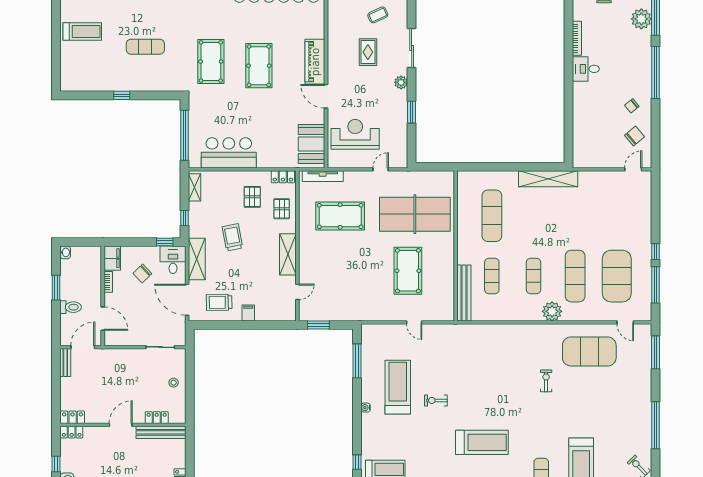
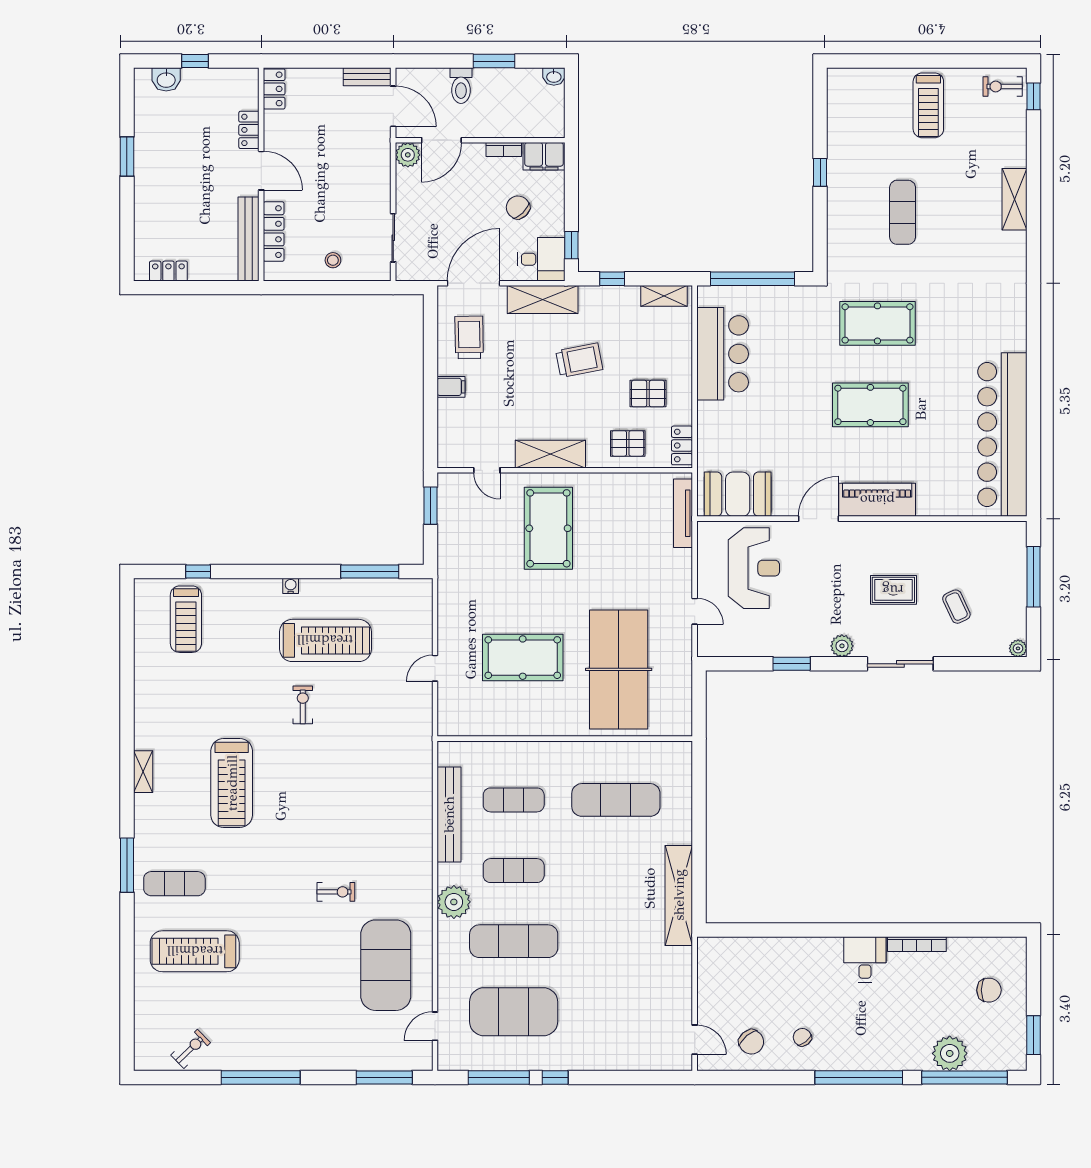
pool table: (340, 216) -> (548, 528), moved
bench: (464, 293) -> (449, 814), moved, turned 90
plant: (111, 338) -> (408, 155), added
locker: (157, 418) -> (274, 232), width x1.53
locker: (72, 432) -> (249, 130), moved

